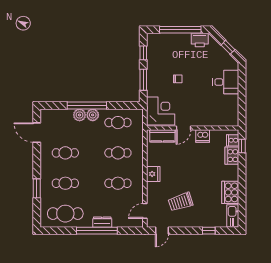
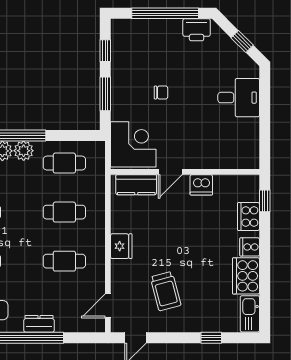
cooker: (233, 140) -> (250, 247), moved
trolley: (181, 202) -> (166, 291), turned -87

